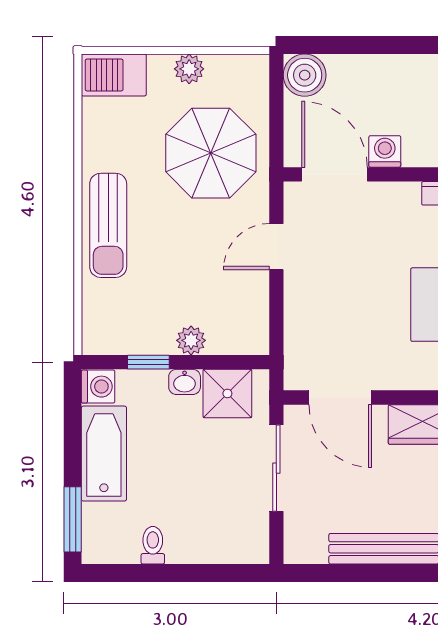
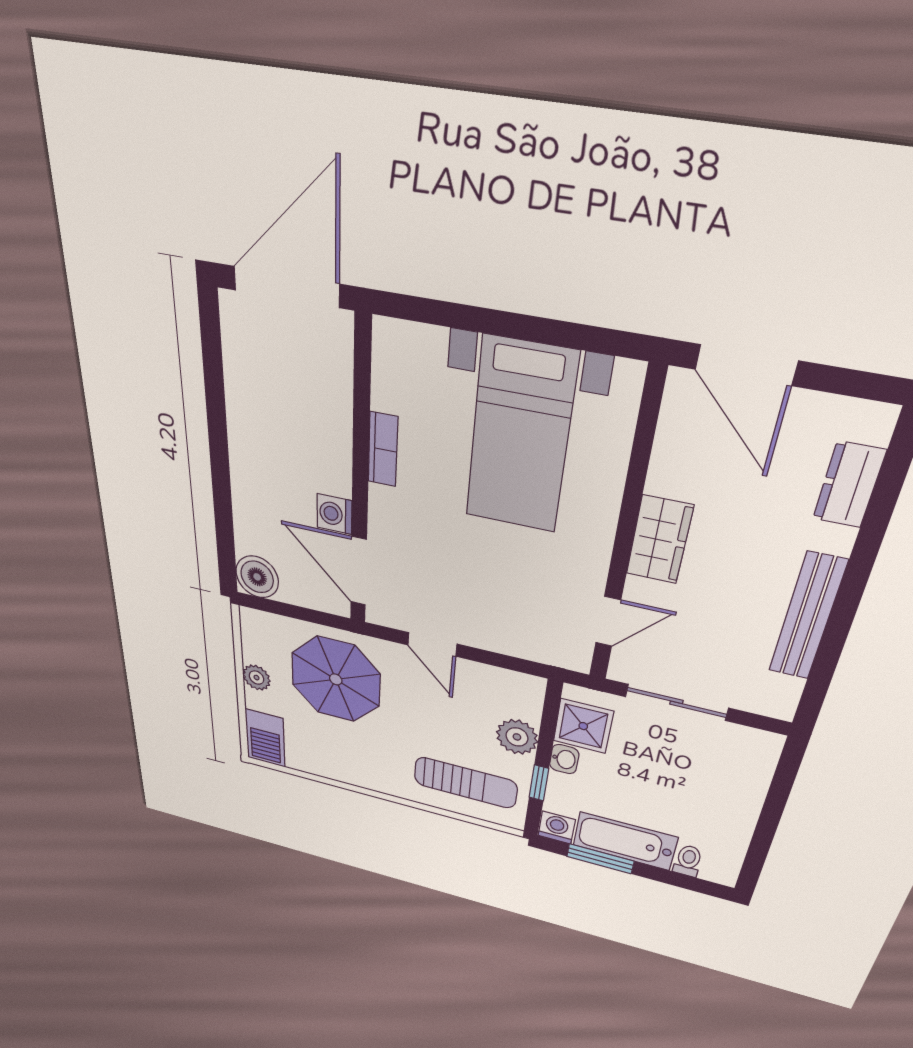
door: (335, 174) -> (359, 571), hinge flipped
sun lounger: (108, 225) -> (465, 783), moved
plant: (191, 340) -> (517, 737), width x1.38, depth x1.38
door: (340, 398) -> (608, 621), width x0.73
window: (73, 519) -> (600, 859), moved
toilet: (153, 545) -> (688, 861), moved, turned 90

